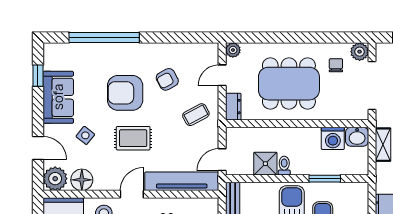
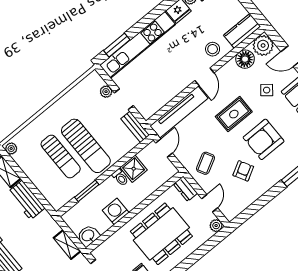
armchair: (125, 93) -> (264, 139), turned 180
washing machine: (333, 138) -> (116, 211), moved

